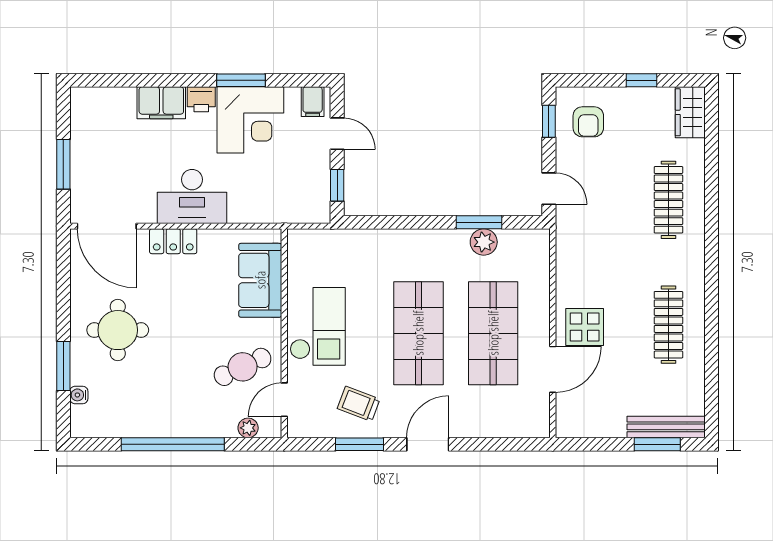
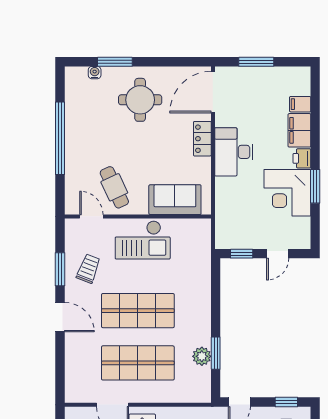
filing cabinet: (313, 102) -> (300, 104), moved
plant: (248, 428) -> (72, 191), removed

